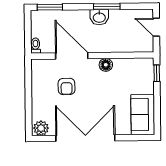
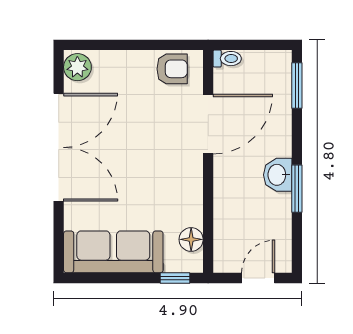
floor lamp: (106, 65) -> (191, 239), moved
armchair: (67, 86) -> (172, 69), moved, turned 180
sofa: (143, 115) -> (113, 252), width x1.36

